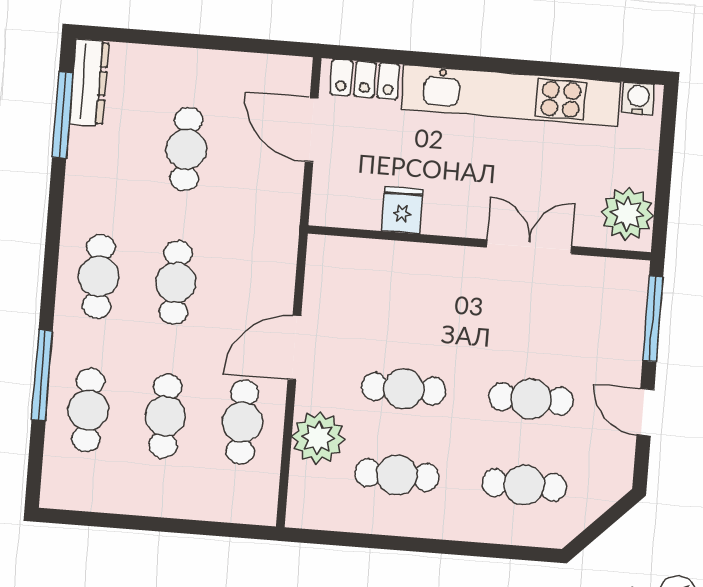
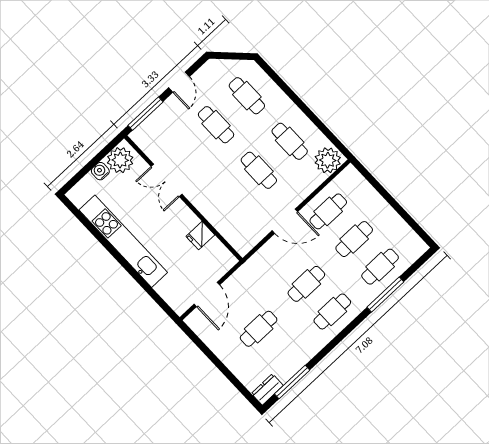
locker: (365, 79) -> (171, 295), removed
dresser: (89, 82) -> (267, 389), width x0.70
water cooler: (638, 98) -> (100, 171), moved, turned 90
plant: (318, 438) -> (328, 160), moved

